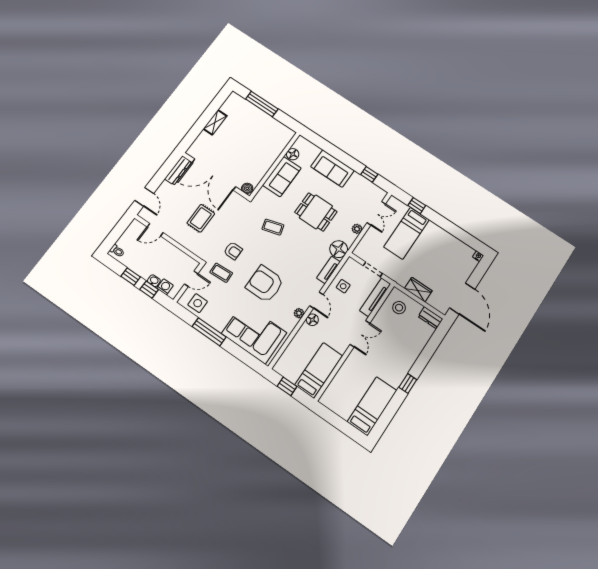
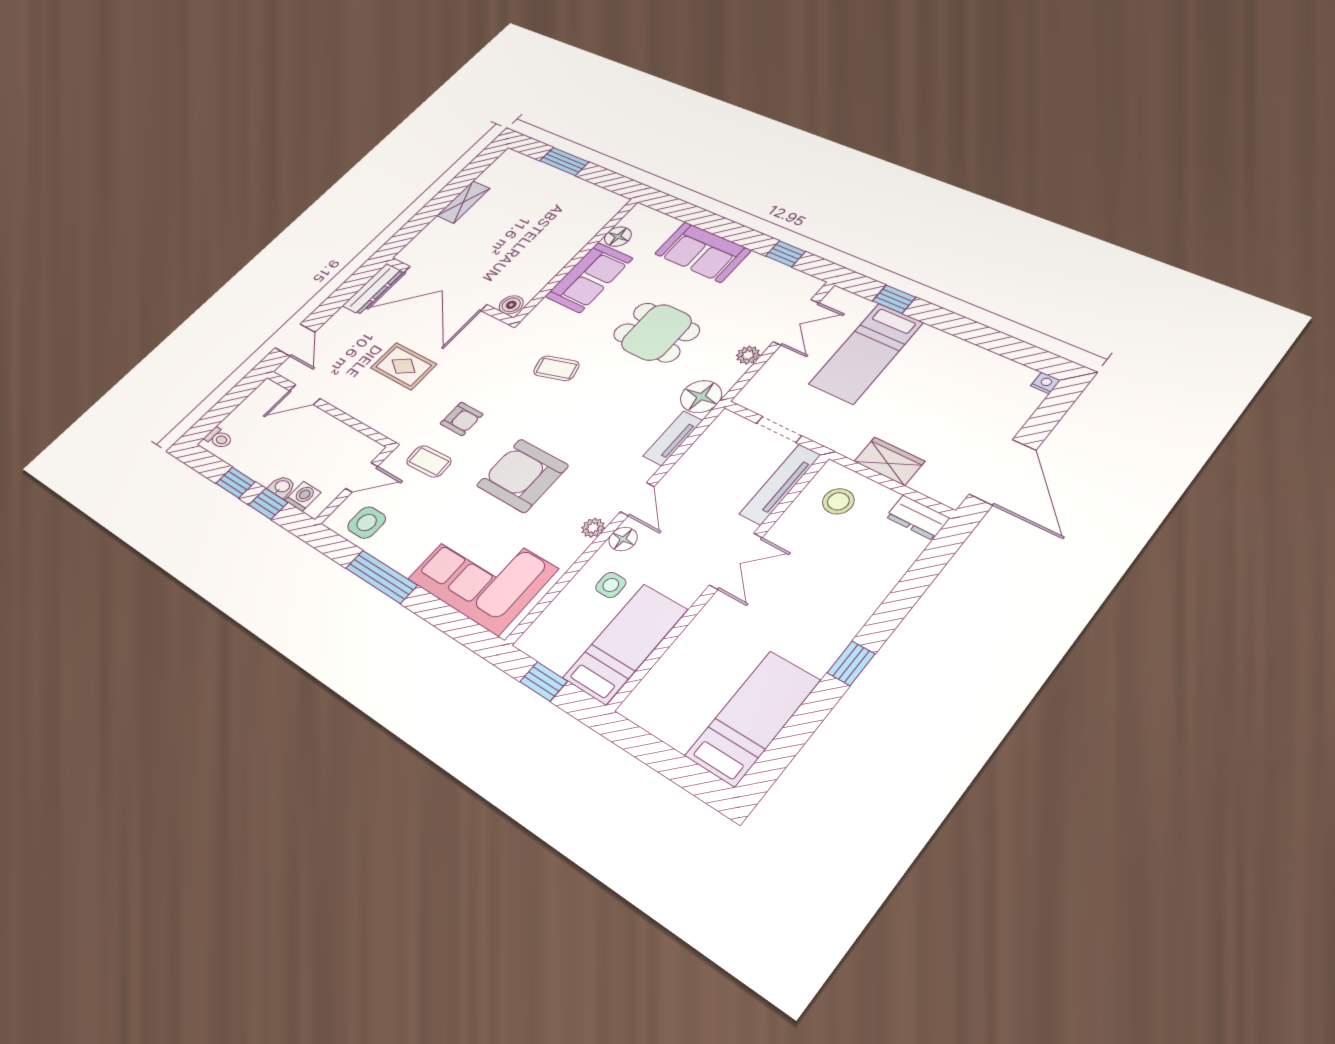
window: (262, 104) -> (564, 161), width x0.69
rug: (201, 218) -> (404, 366), turned 90
side table: (343, 286) -> (611, 585), moved

